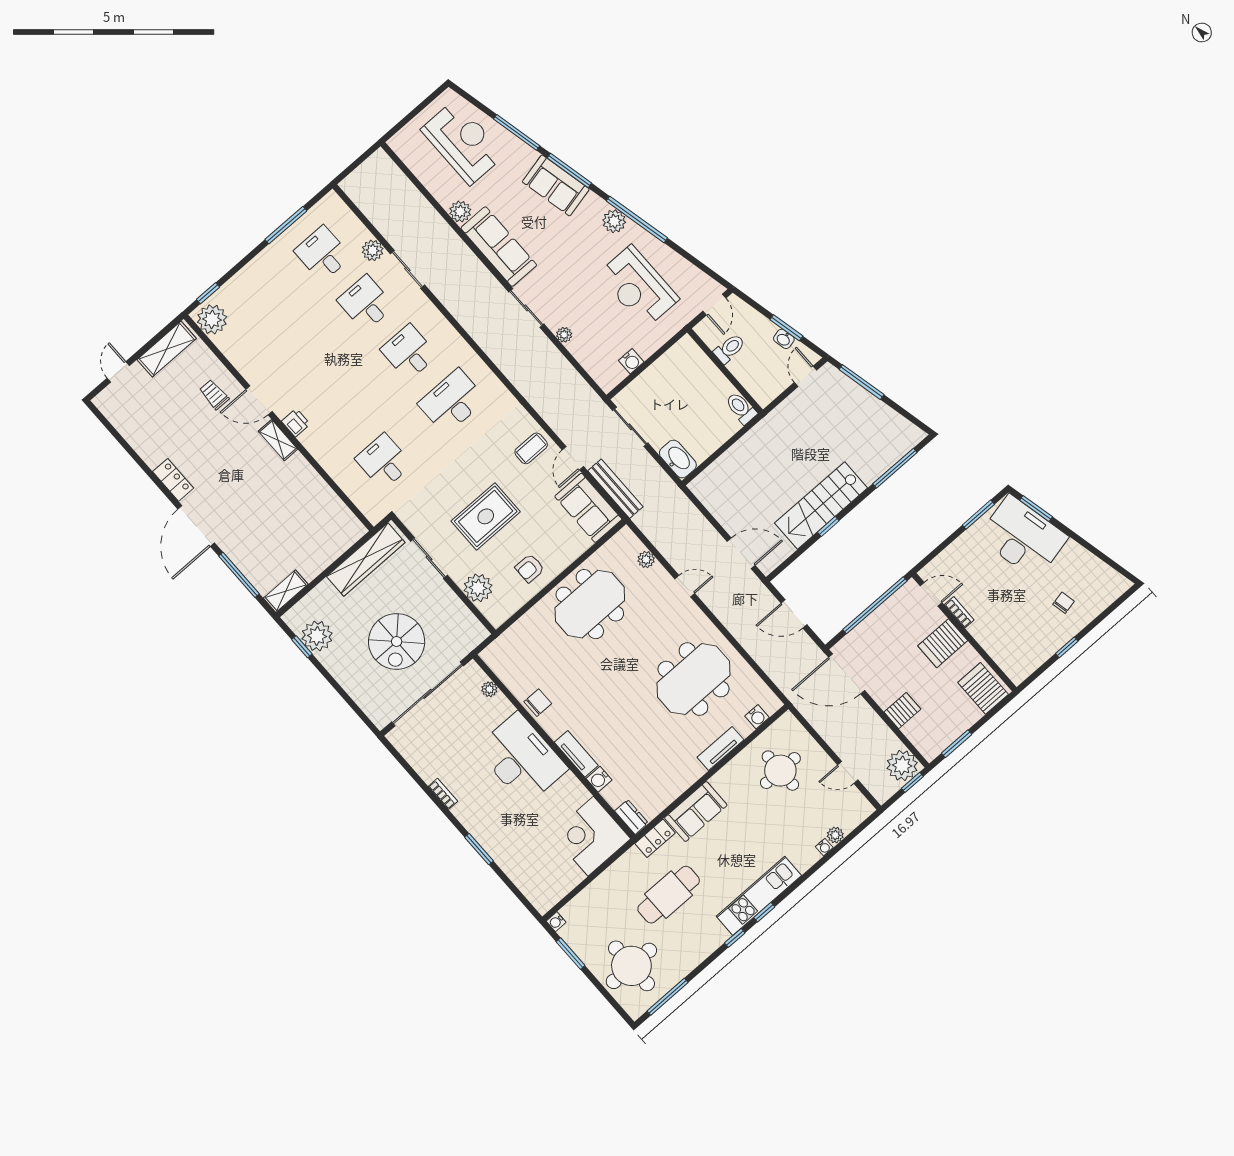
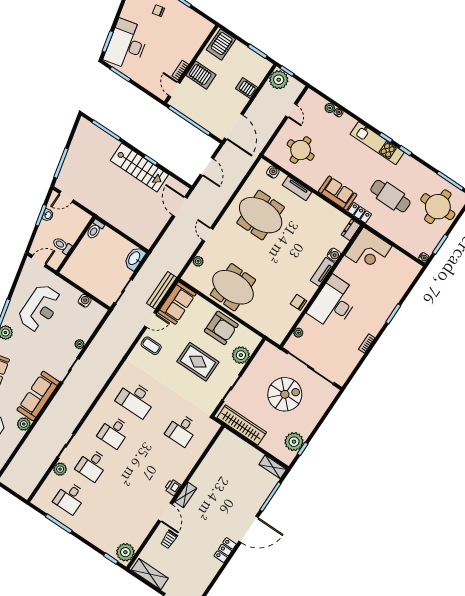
armchair: (530, 568) -> (221, 328), width x1.88, depth x1.88

